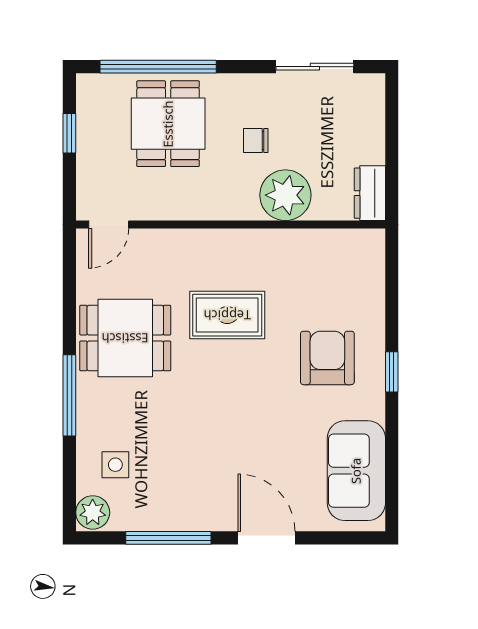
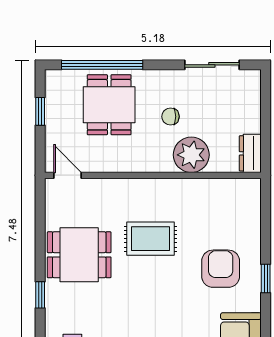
door: (109, 225) -> (68, 175), swing flipped
window: (69, 395) -> (40, 295), width x0.46

